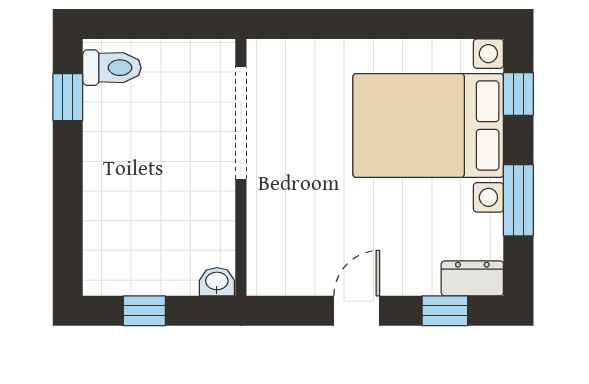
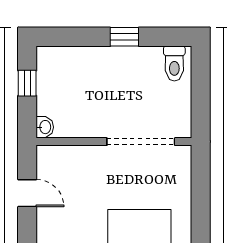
window: (68, 97) -> (124, 37), moved
door: (357, 311) -> (27, 193), moved

